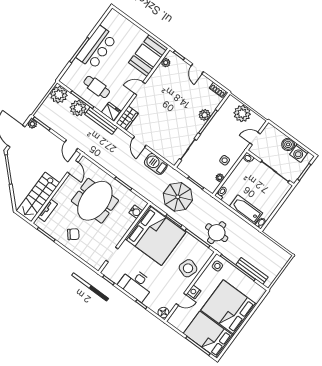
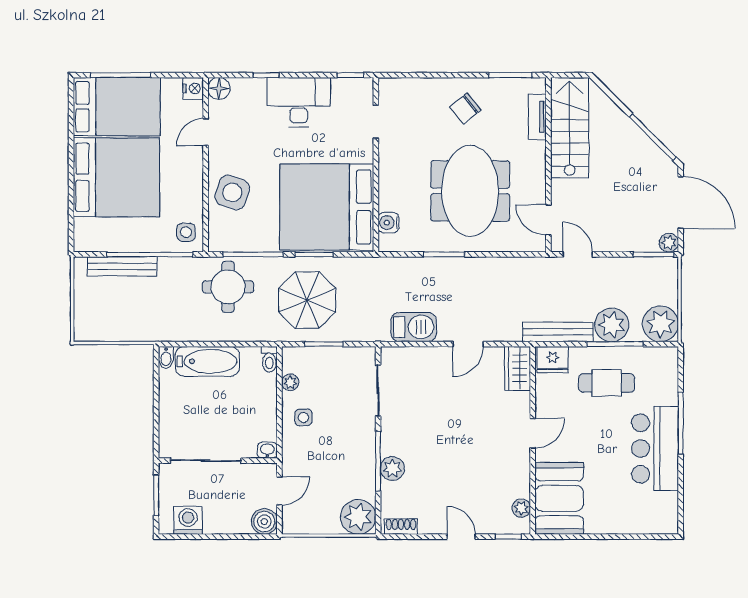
plant: (242, 114) -> (358, 517), moved
door: (140, 142) -> (468, 344), swing flipped
boiler: (288, 144) -> (264, 522), moved
parasol: (178, 197) -> (307, 300), moved
nightstand: (194, 292) -> (193, 88), moved

